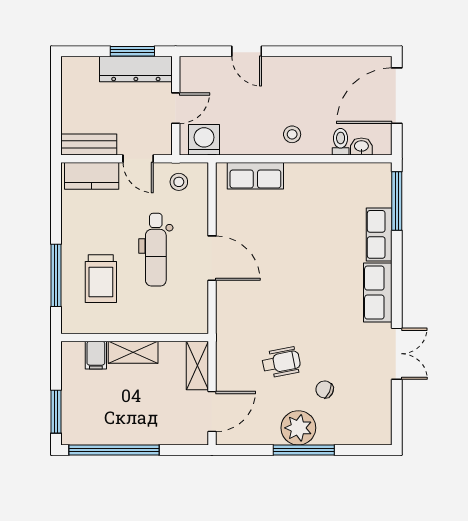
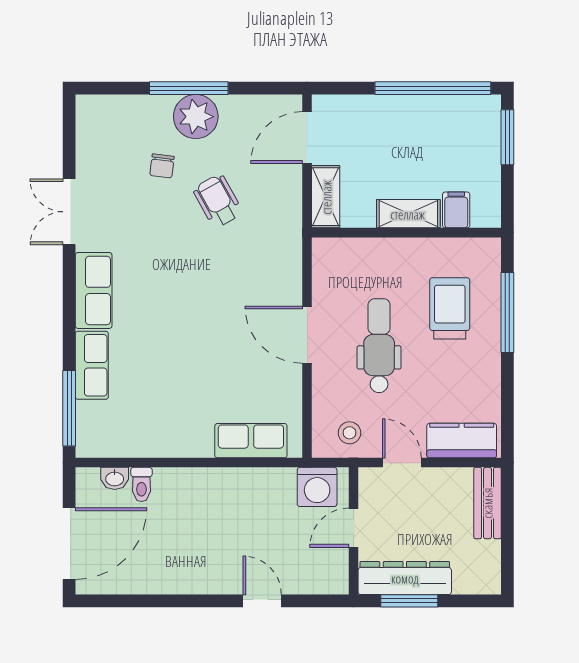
stool: (292, 134) -> (204, 494), removed
bench: (89, 144) -> (487, 503), moved, turned 90
wheelchair: (281, 362) -> (218, 201), turned 72
chair: (325, 389) -> (162, 166), turned 72

